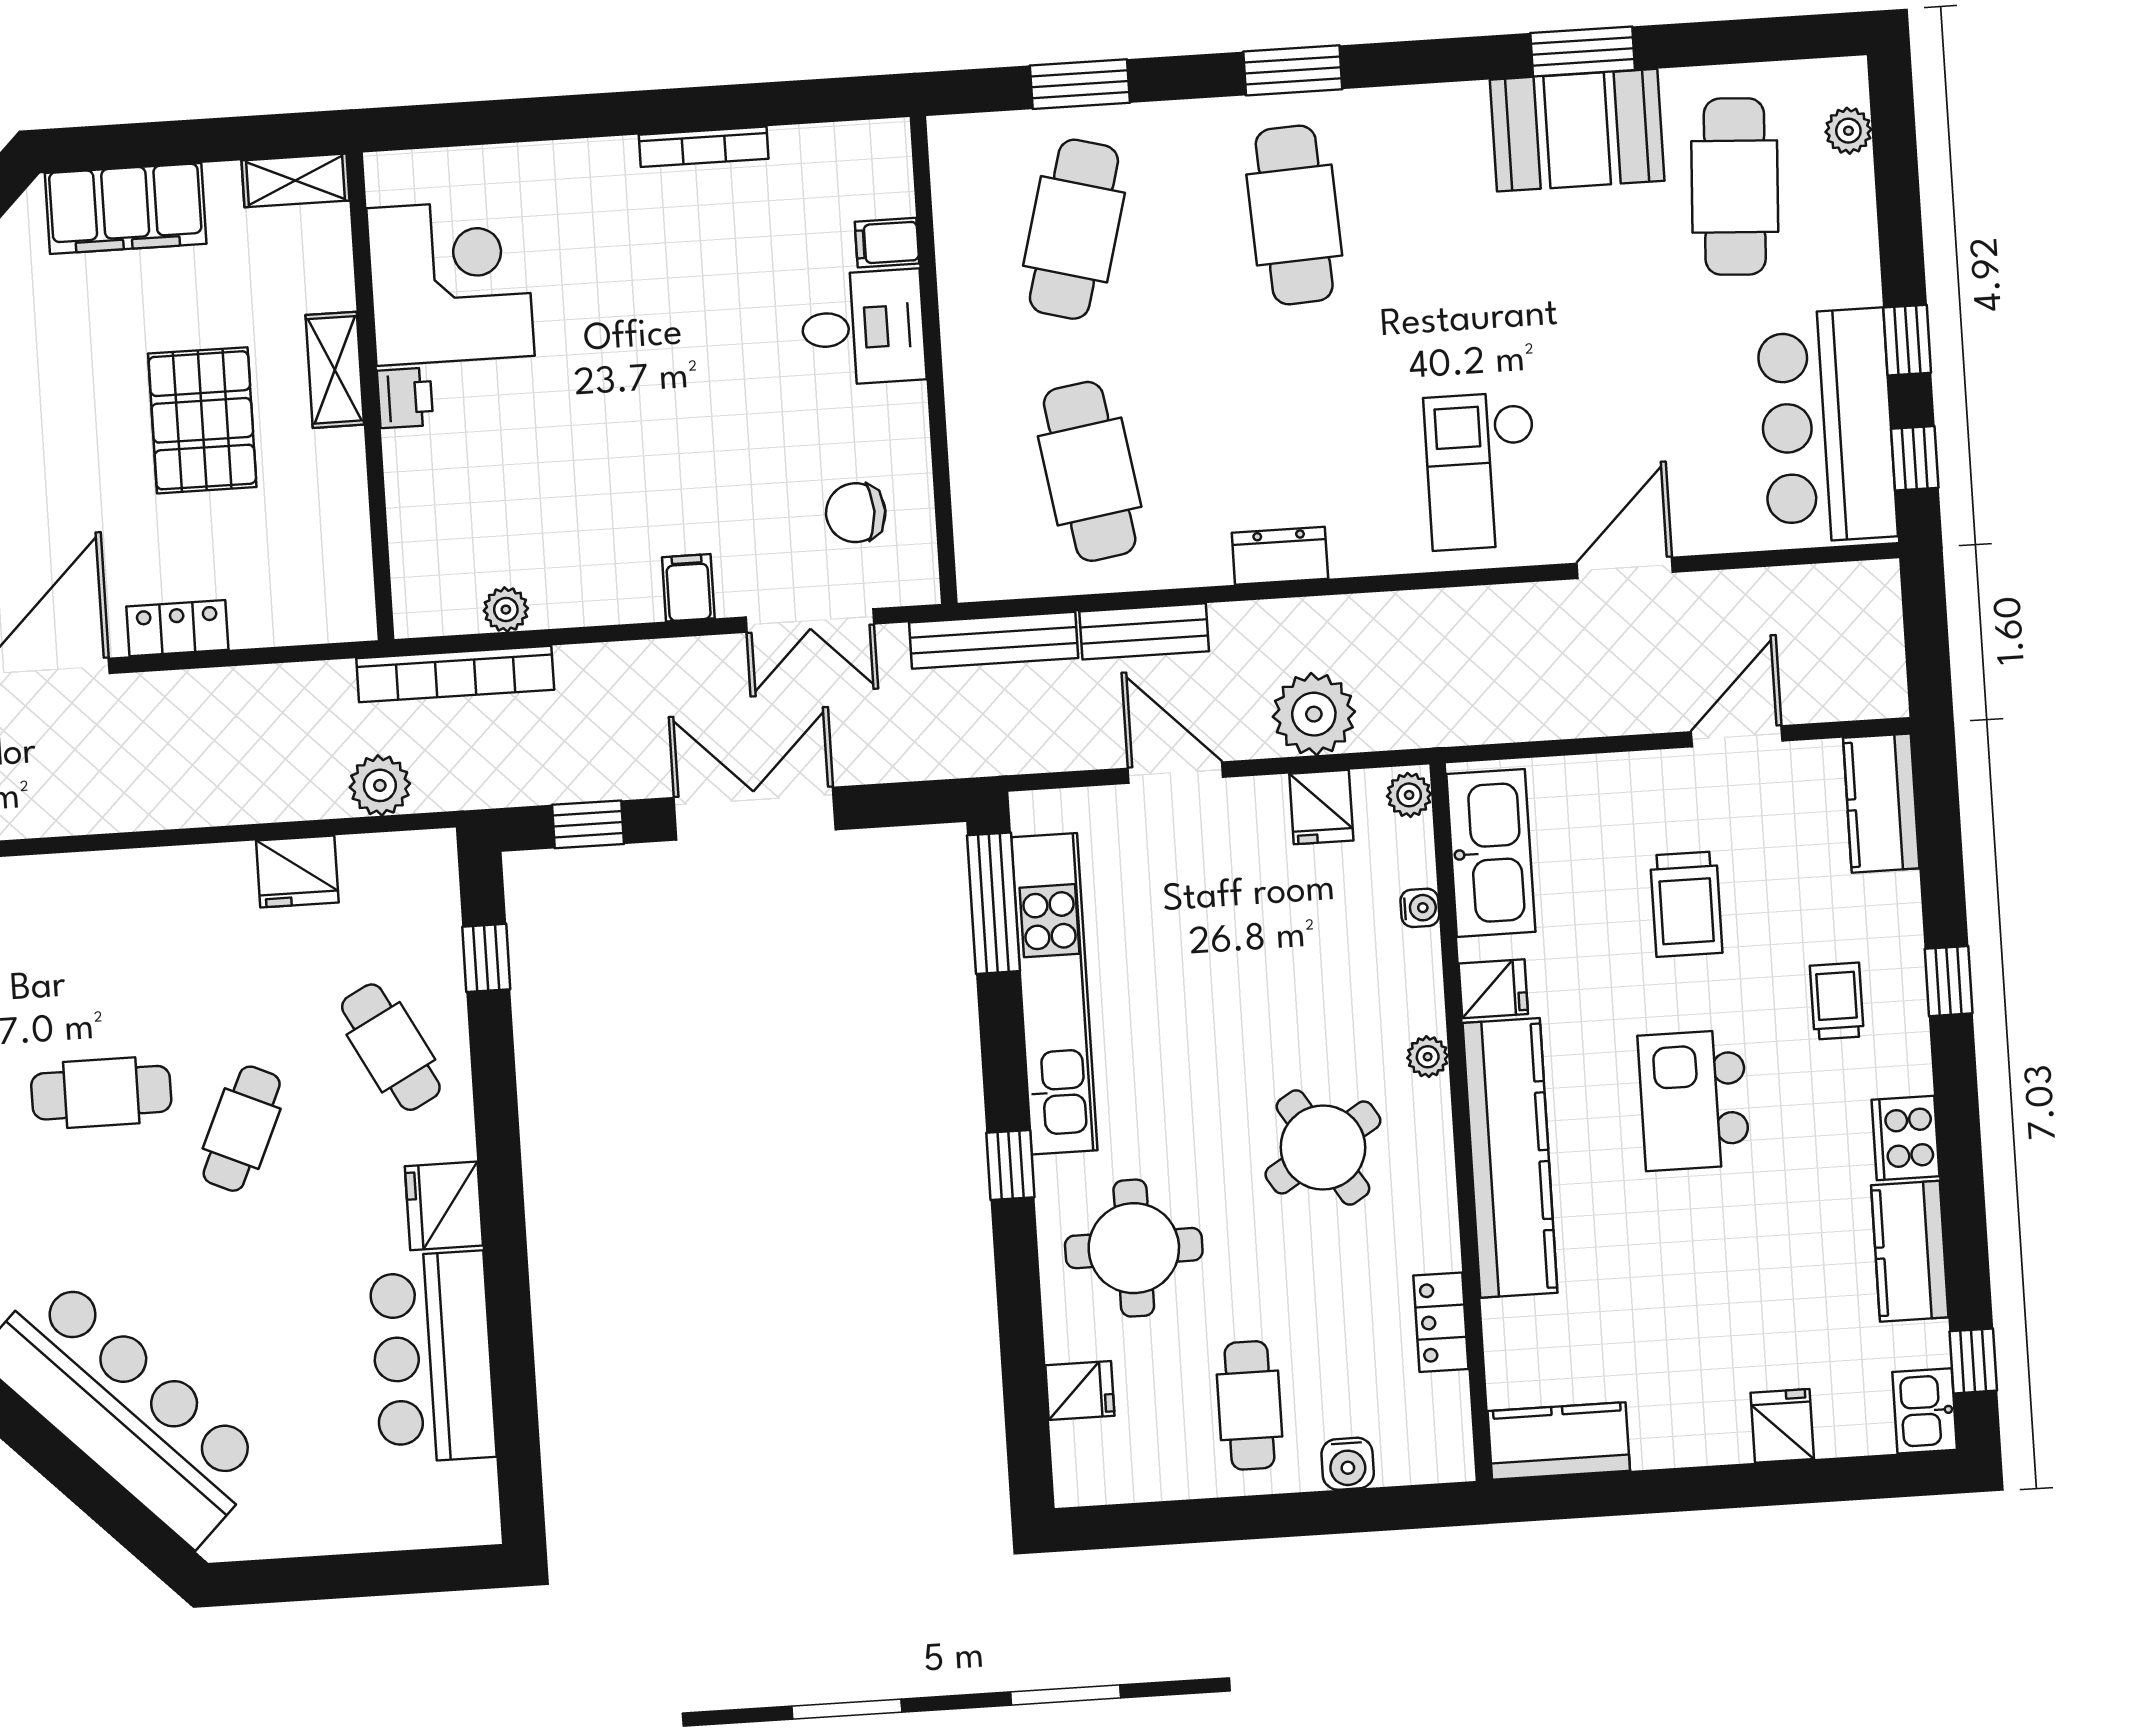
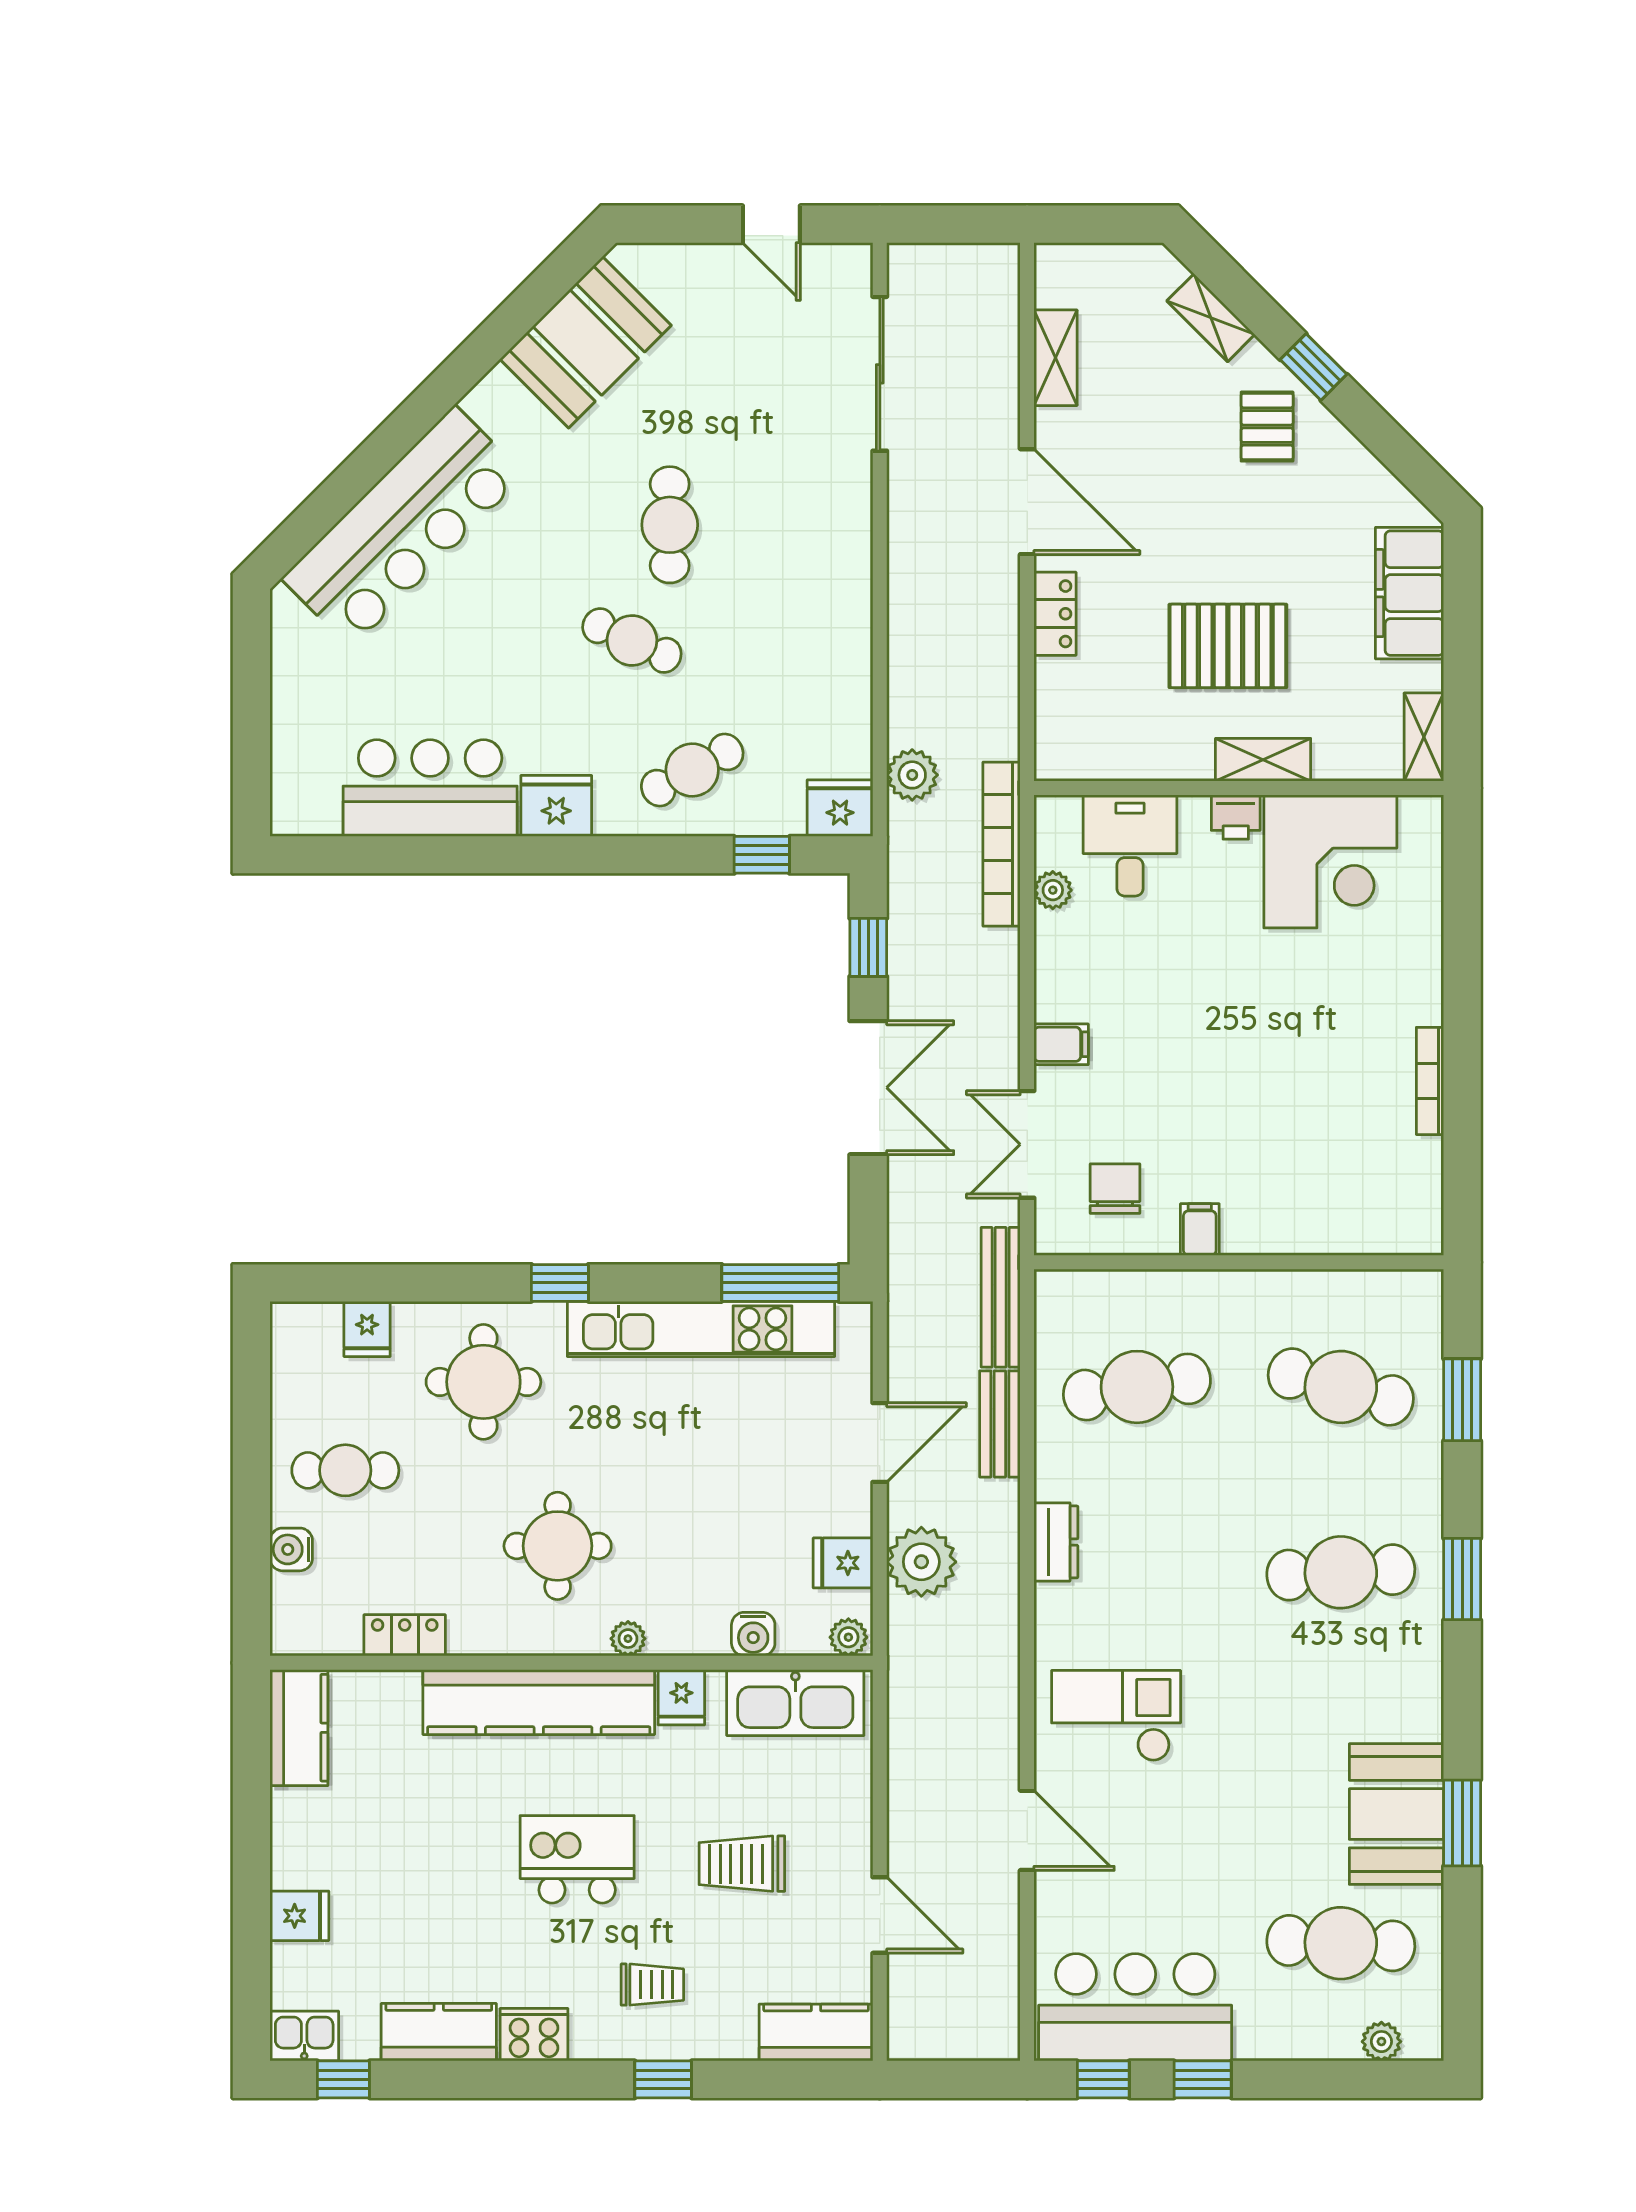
filing cabinet: (887, 243) -> (1200, 1229), moved
desk: (863, 328) -> (1130, 846), moved, turned 180
fridge: (297, 871) -> (840, 808), moved, turned 90
water cooler: (1420, 908) -> (753, 1634), width x1.38, depth x1.38
round table: (1323, 1147) -> (558, 1546), turned 32

